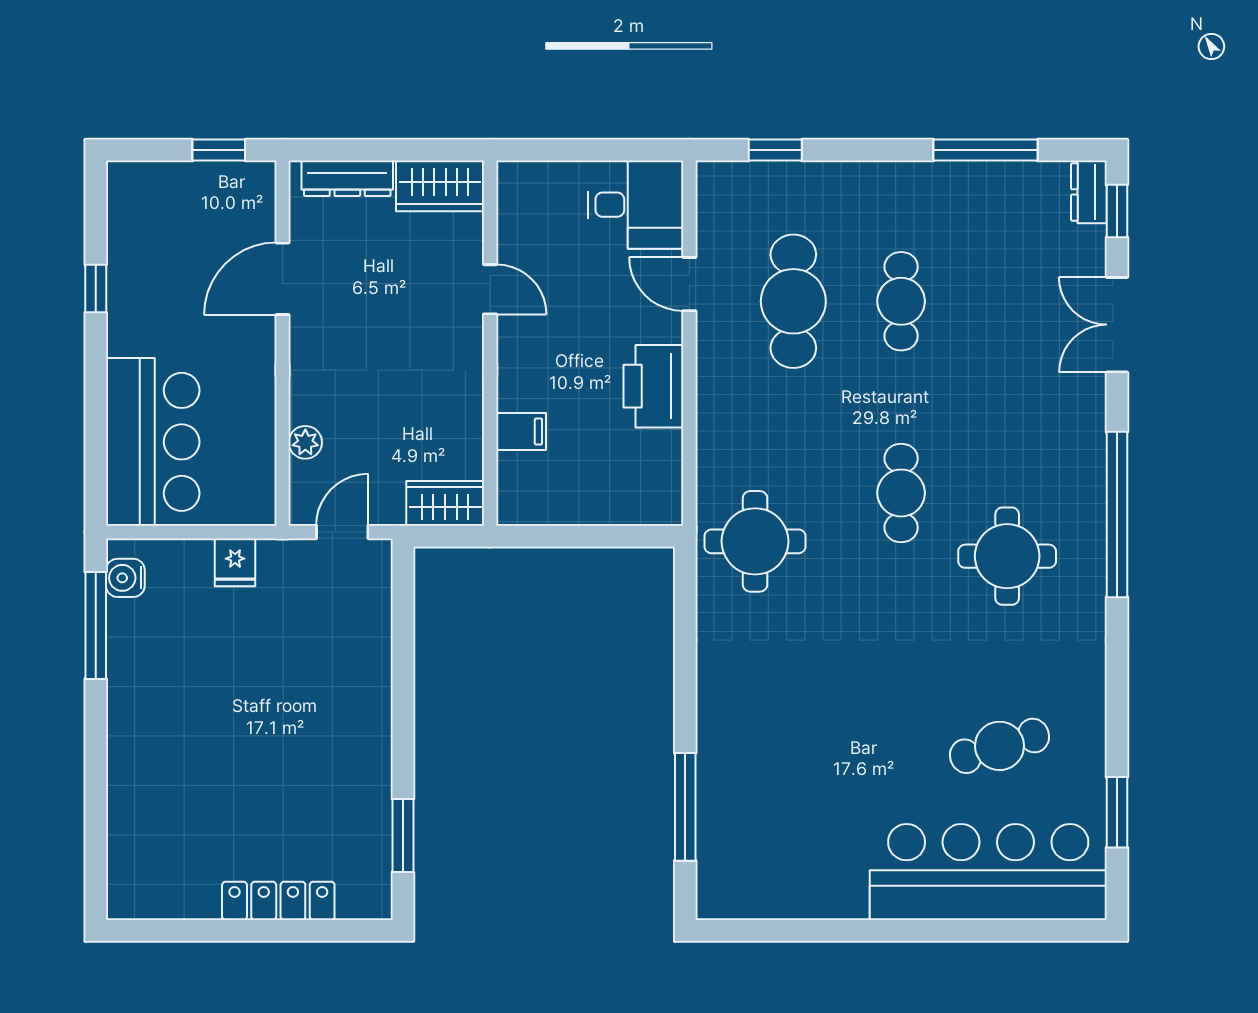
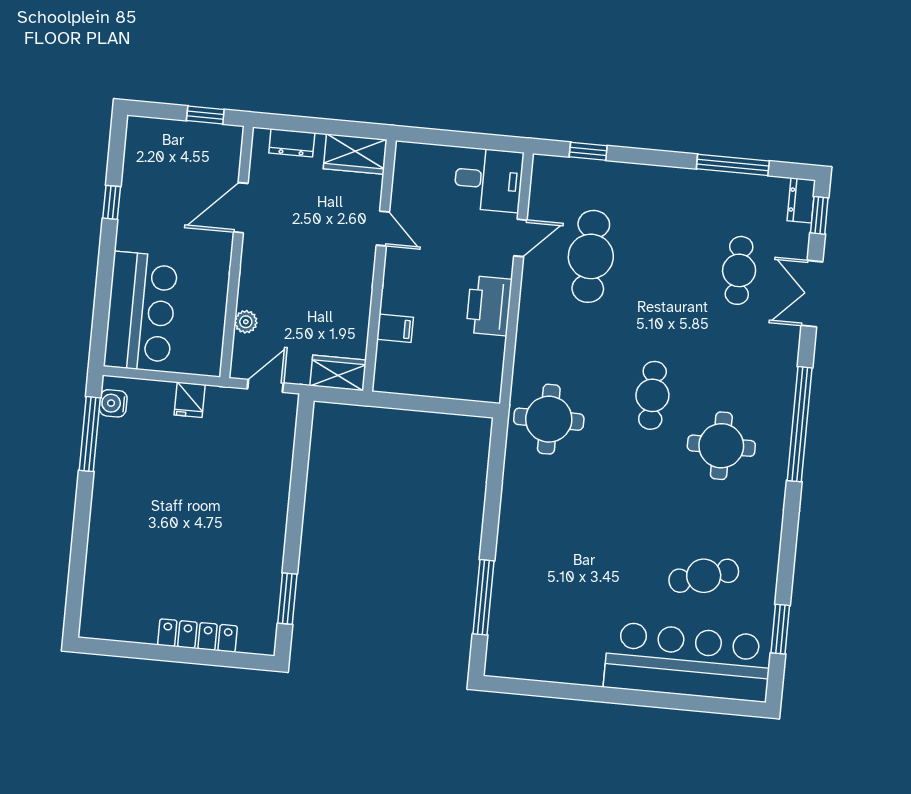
dresser: (347, 178) -> (292, 143), width x0.70
door: (689, 284) -> (520, 238), swing flipped
cafe table: (901, 301) -> (739, 270), moved

